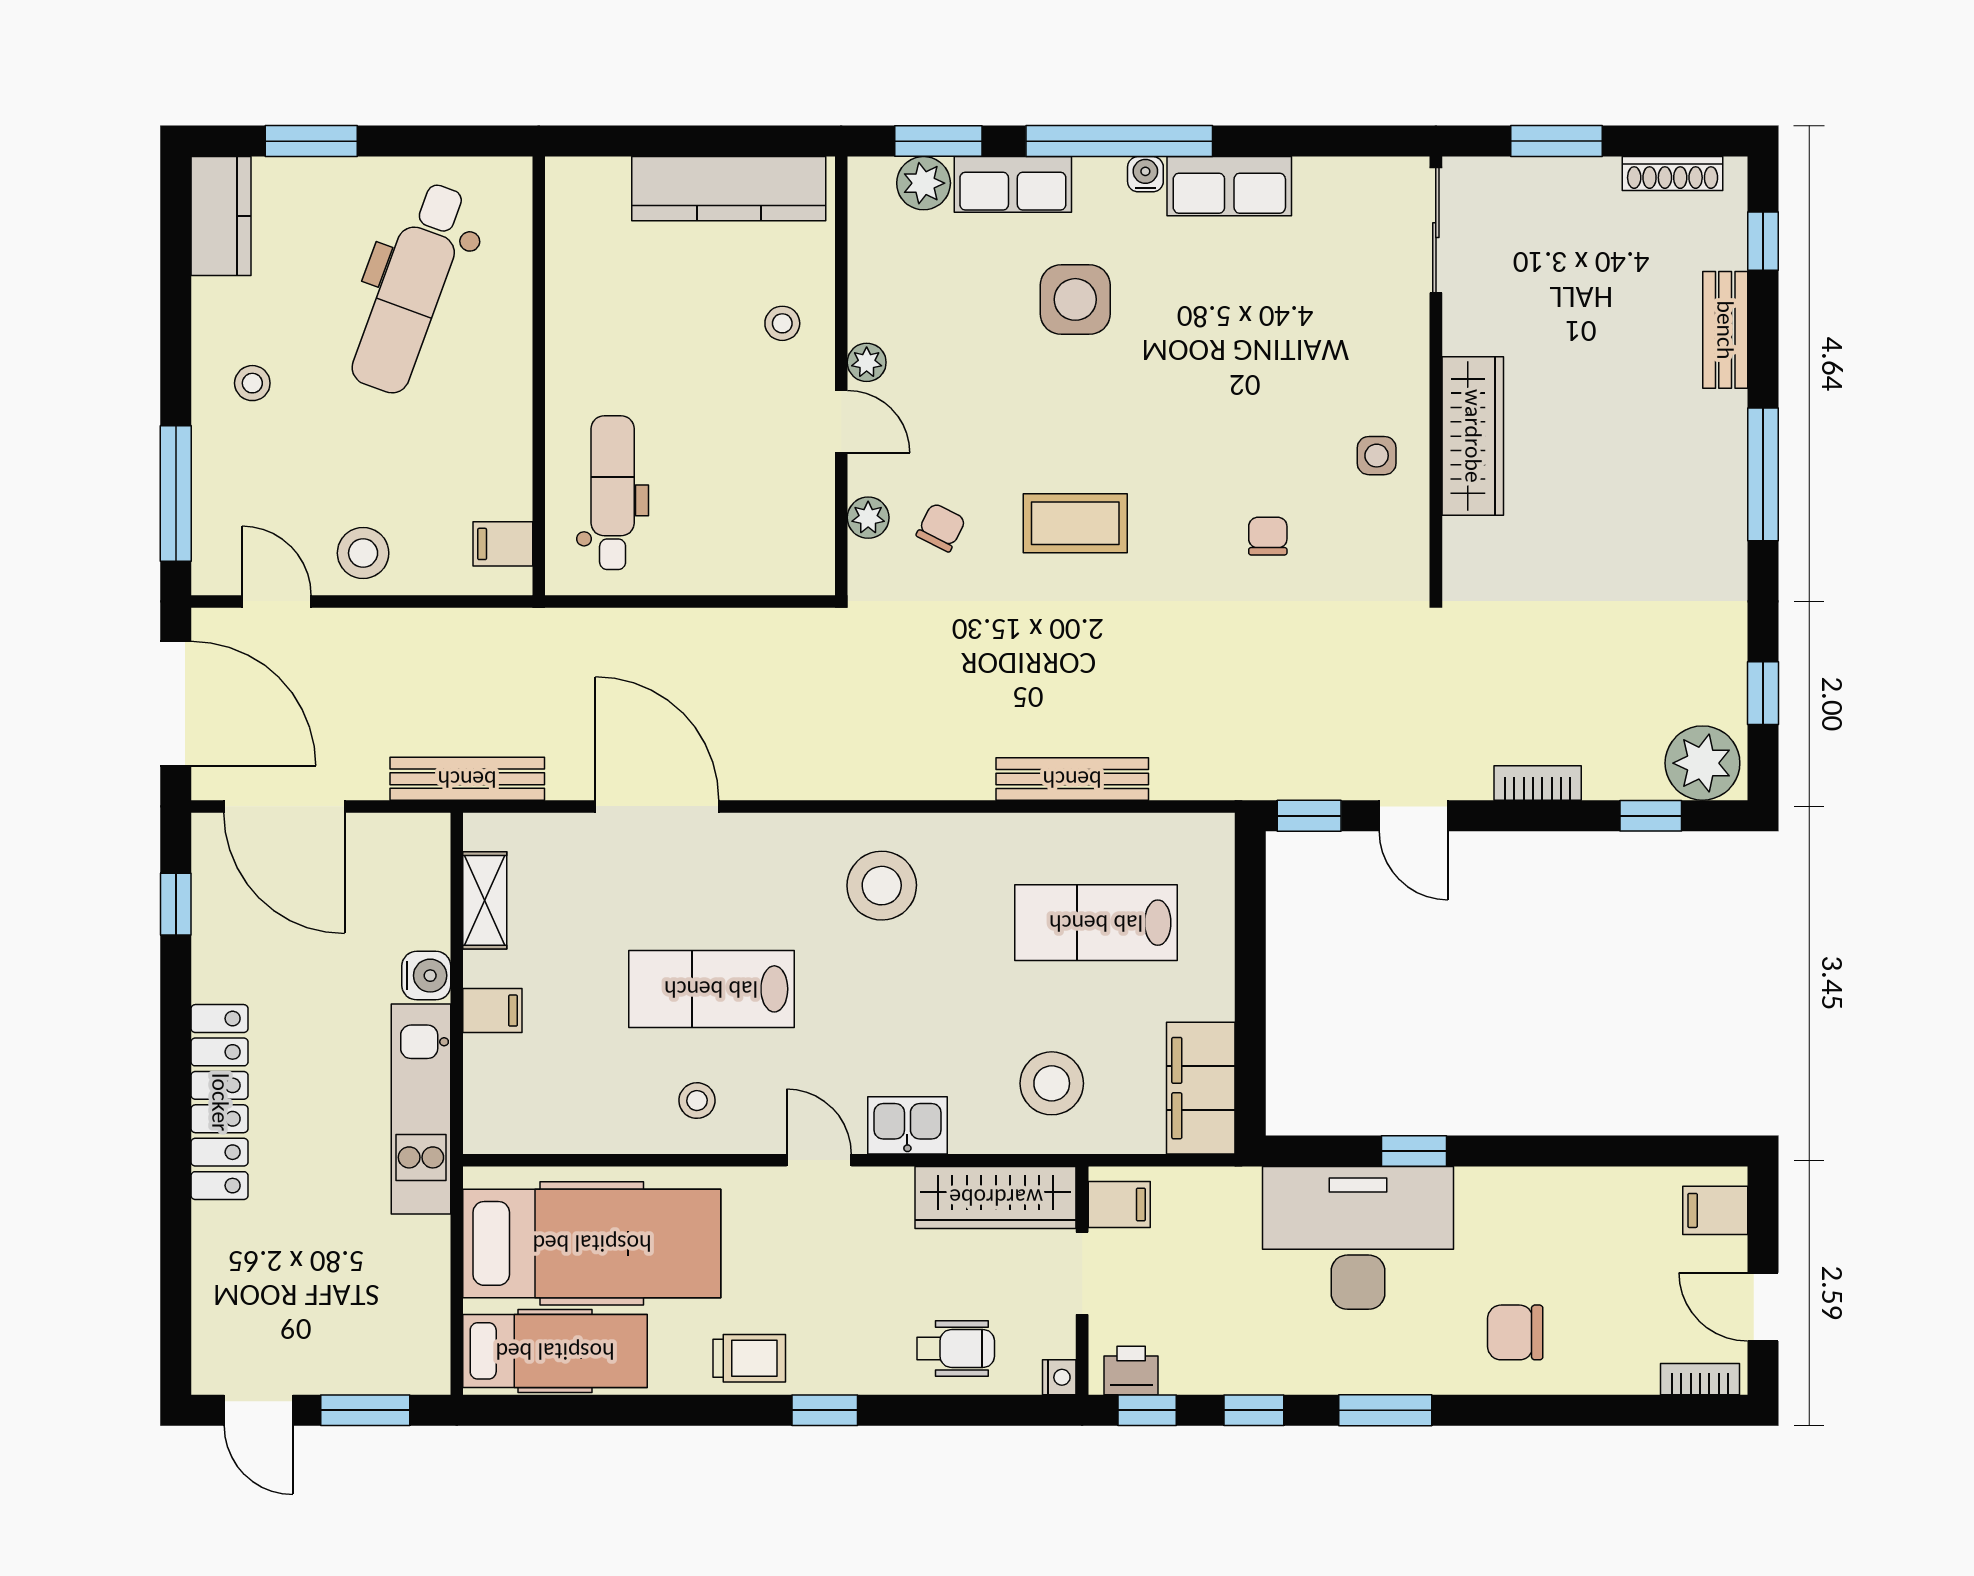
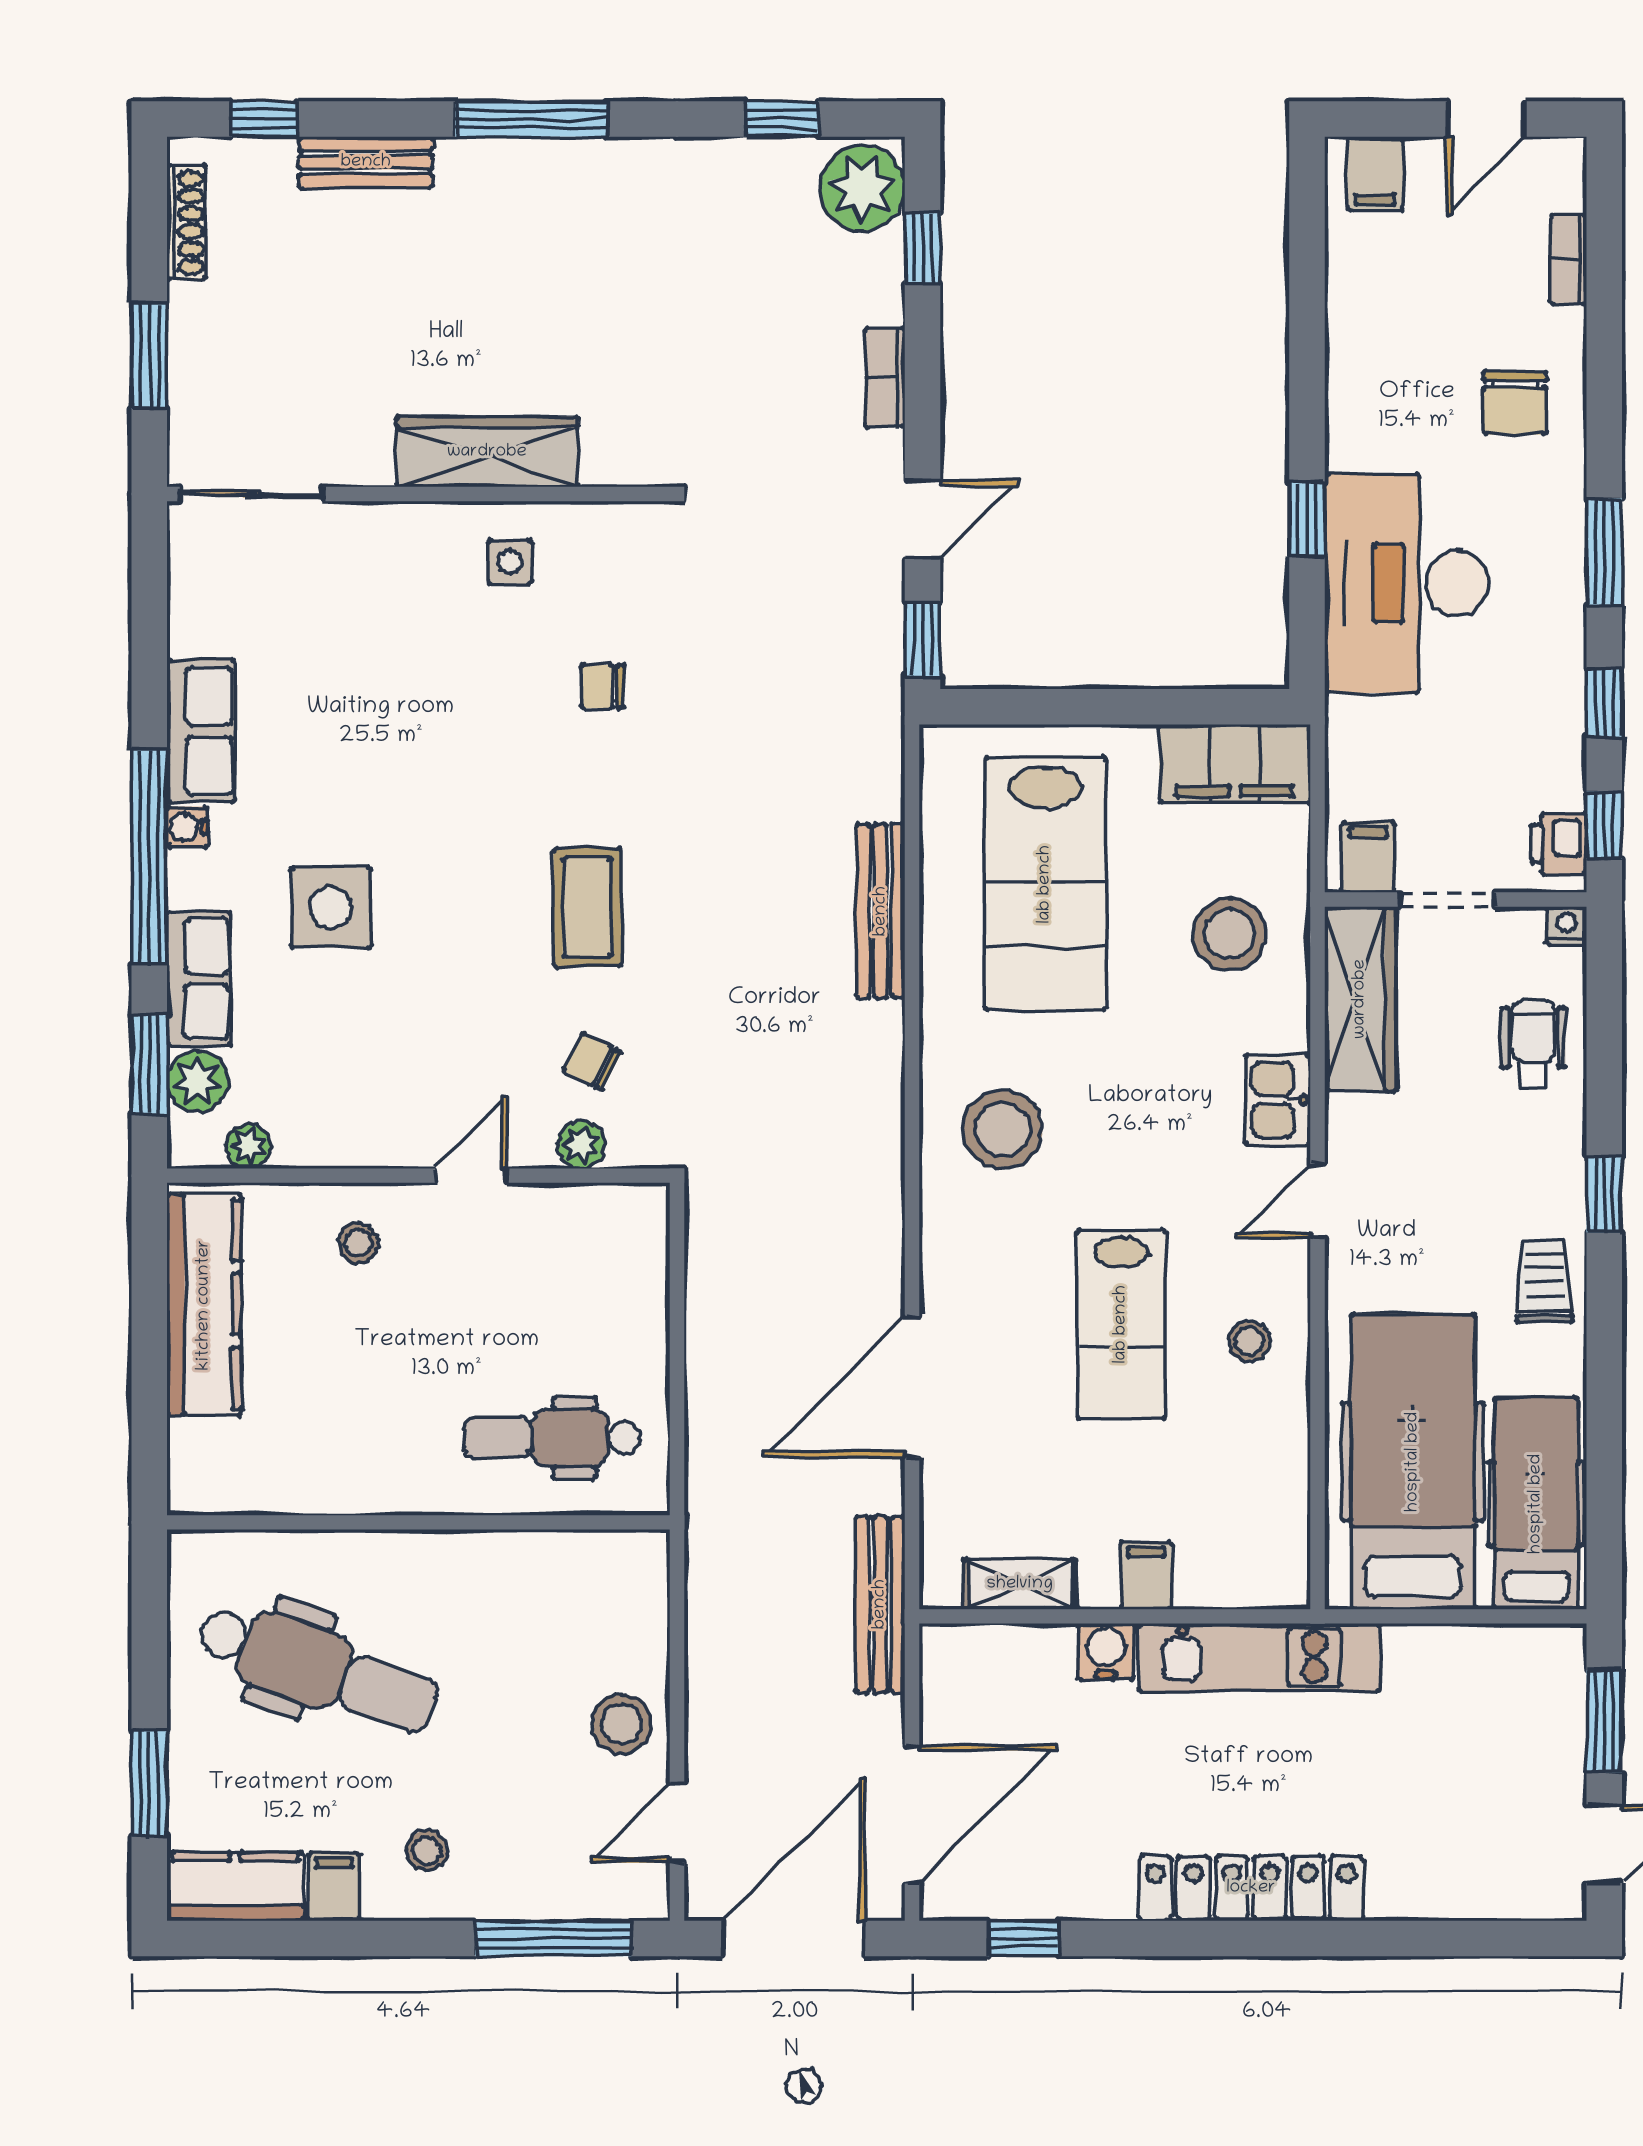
plant: (867, 362) -> (248, 1147), moved
filing cabinet: (503, 544) -> (334, 1887), moved, turned 180
lab bench: (1096, 923) -> (1045, 884), width x1.36, depth x1.39
bookcase: (1700, 1379) -> (1569, 259), moved

